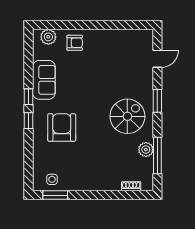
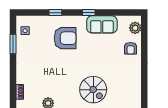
spiral stairs: (127, 116) -> (93, 90), moved
window: (28, 121) -> (55, 13), moved
window: (55, 195) -> (13, 44), moved

